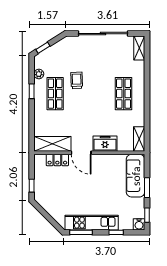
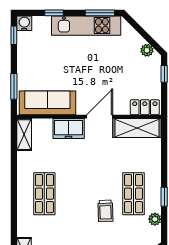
door: (81, 153) -> (100, 117), hinge flipped
locker: (57, 160) -> (145, 107), moved
sofa: (136, 176) -> (47, 103), moved, turned -90
window: (147, 188) -> (14, 86), moved
plant: (45, 204) -> (147, 50), added

